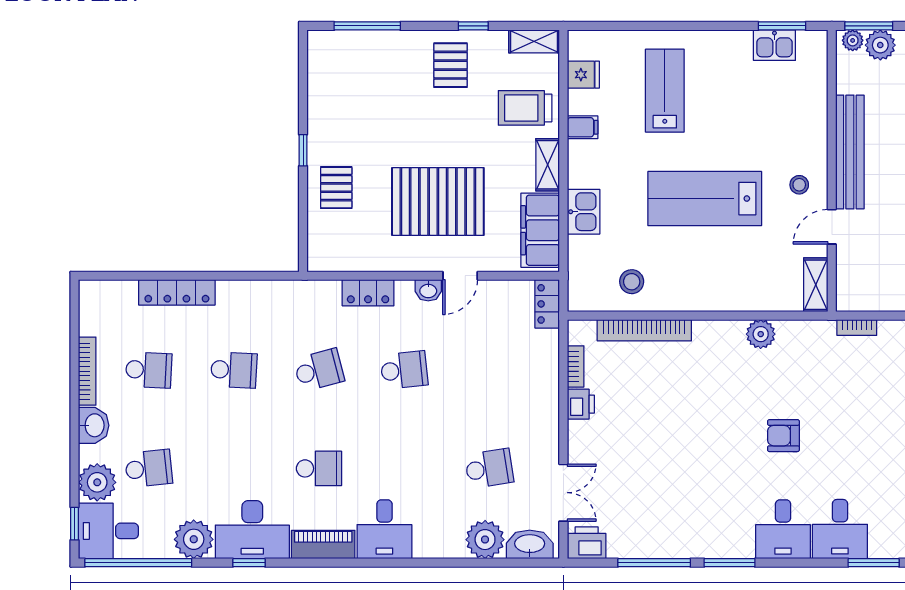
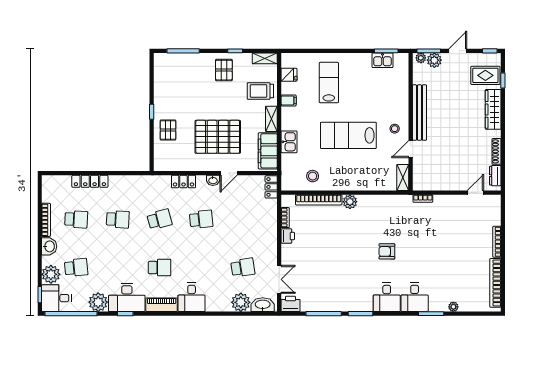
plant: (761, 334) -> (350, 202), moved

